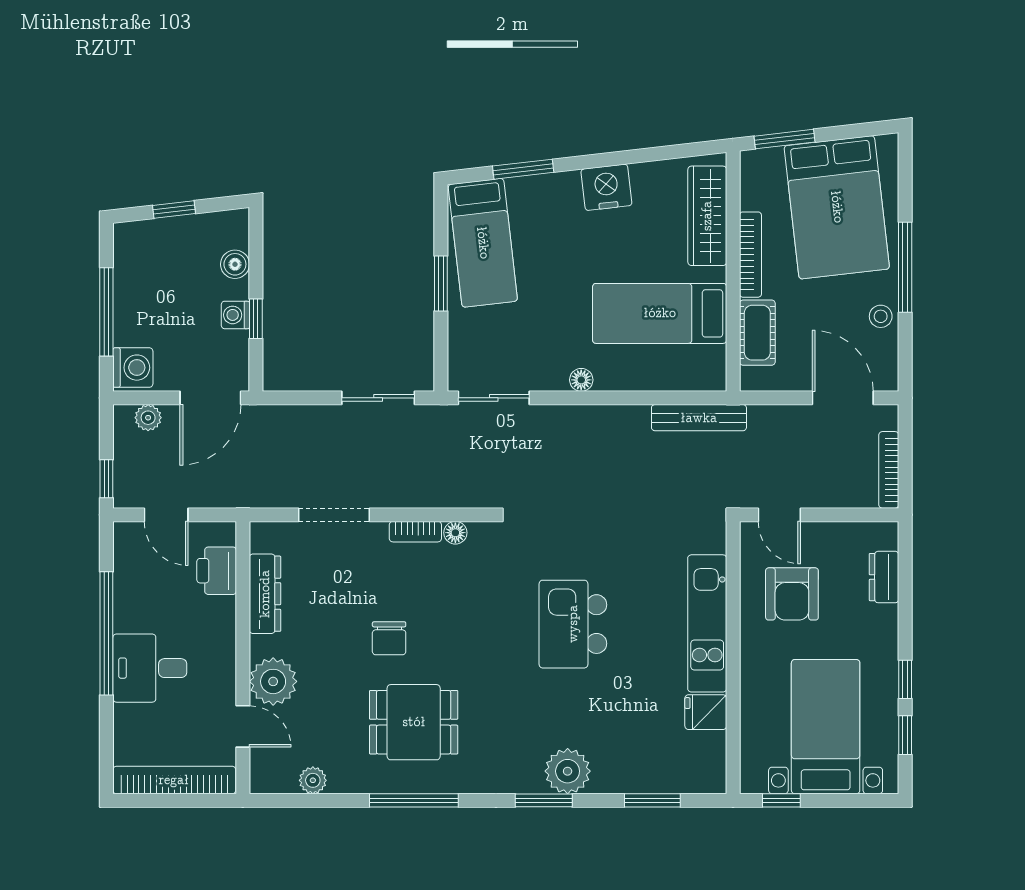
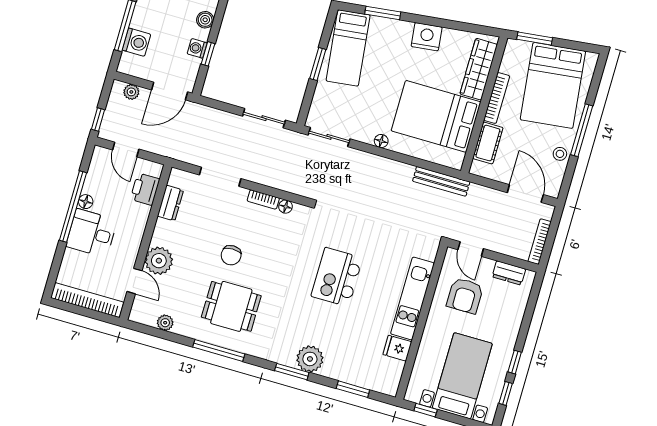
bed: (660, 313) -> (436, 116), width x1.50
washing machine: (133, 368) -> (136, 42), moved
dresser: (884, 577) -> (509, 273), moved, turned -90
dresser: (265, 594) -> (170, 203), width x0.70
floor lamp: (125, 619) -> (86, 202), added

